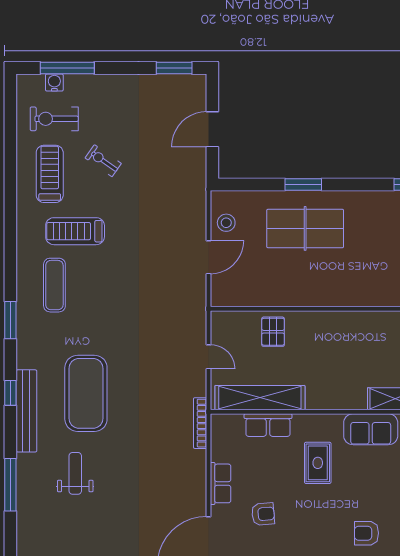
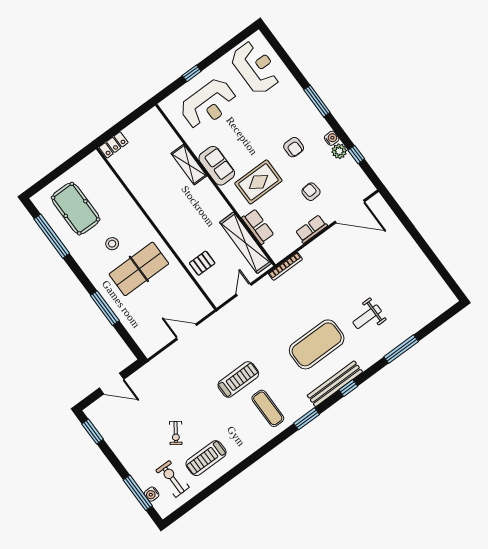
exercise bike: (54, 119) -> (173, 479), turned 180
window: (303, 185) -> (105, 308), width x1.44
stool: (226, 223) -> (112, 244), moved
table tennis table: (305, 228) -> (139, 269), moved, turned 90
treadmill: (75, 231) -> (238, 379), moved, turned -90
exercise mat: (54, 285) -> (268, 408), turned 90
bench: (26, 411) -> (335, 384), moved
rug: (318, 463) -> (258, 182), width x1.36, depth x1.43
armchair: (366, 533) -> (294, 147), moved

